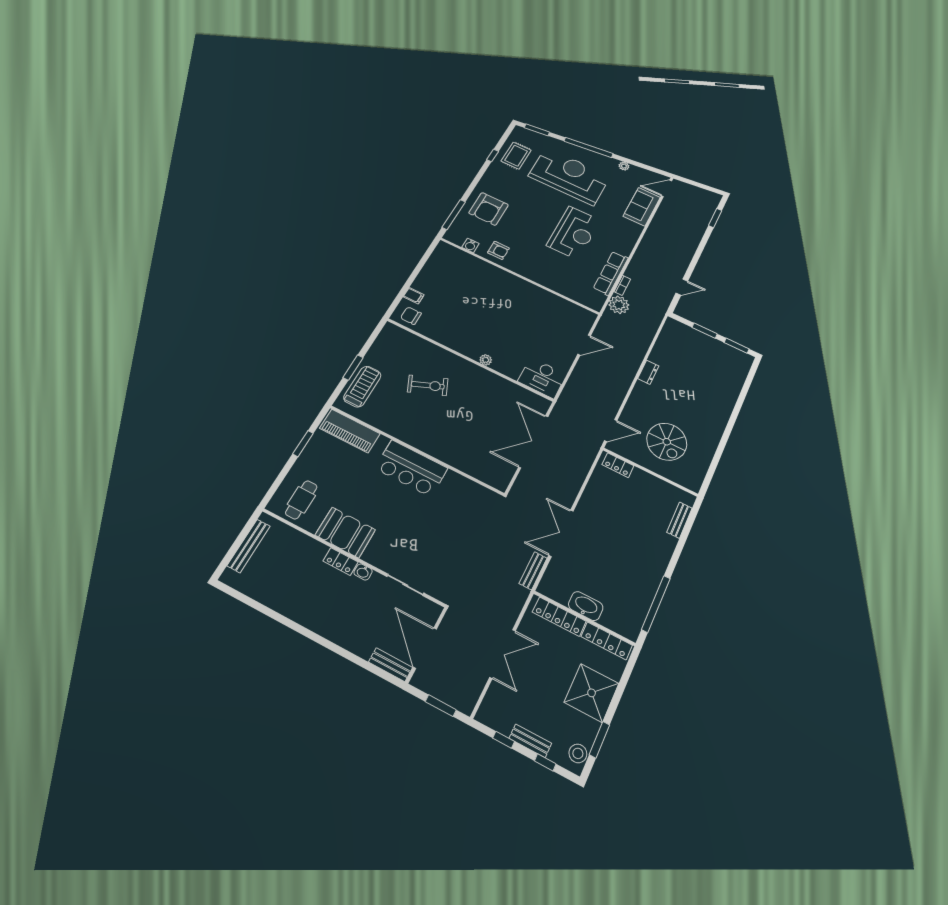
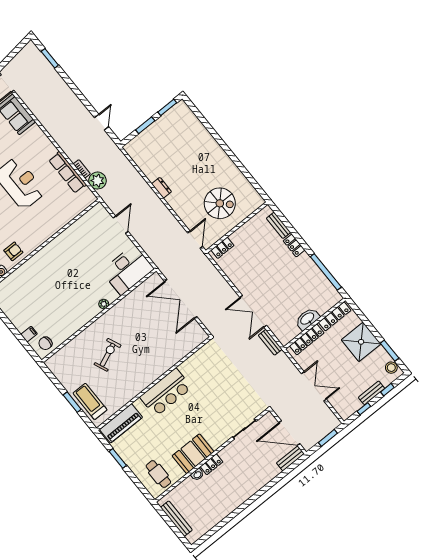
desk: (542, 378) -> (128, 270), width x1.36, depth x1.30
locker: (666, 549) -> (294, 245), added
washbasin: (363, 572) -> (197, 475), moved

